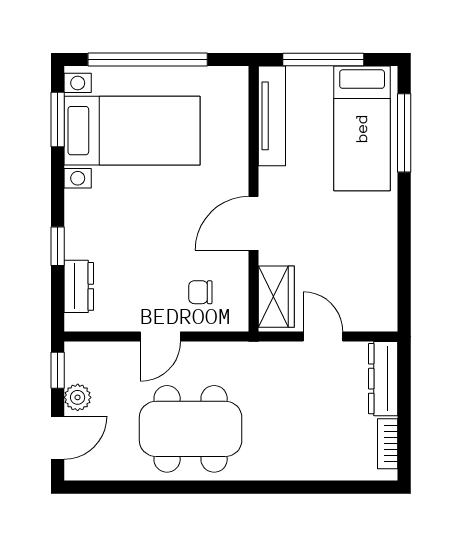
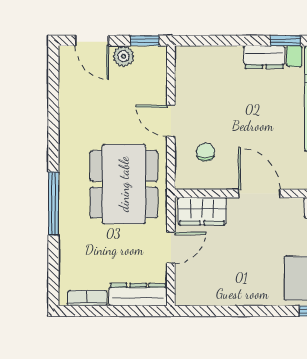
window: (58, 246) -> (285, 41), moved
dresser: (79, 286) -> (264, 57), moved
dining table: (191, 429) -> (124, 184), moved
window: (266, 487) -> (53, 203), added

